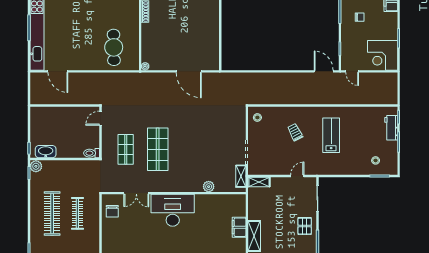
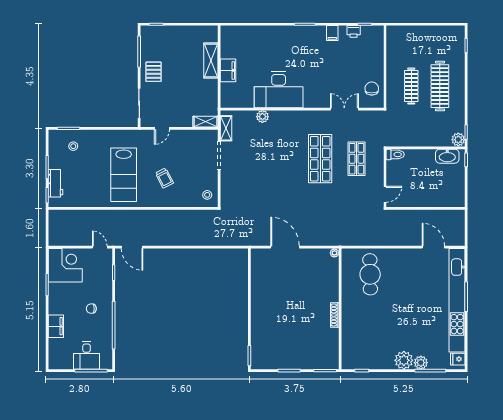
lab bench: (331, 135) -> (124, 175), width x1.36, depth x1.39
desk: (173, 210) -> (279, 90), moved

